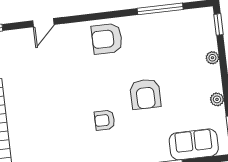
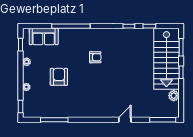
armchair: (107, 39) -> (88, 106), removed
armchair: (145, 94) -> (59, 77), moved

